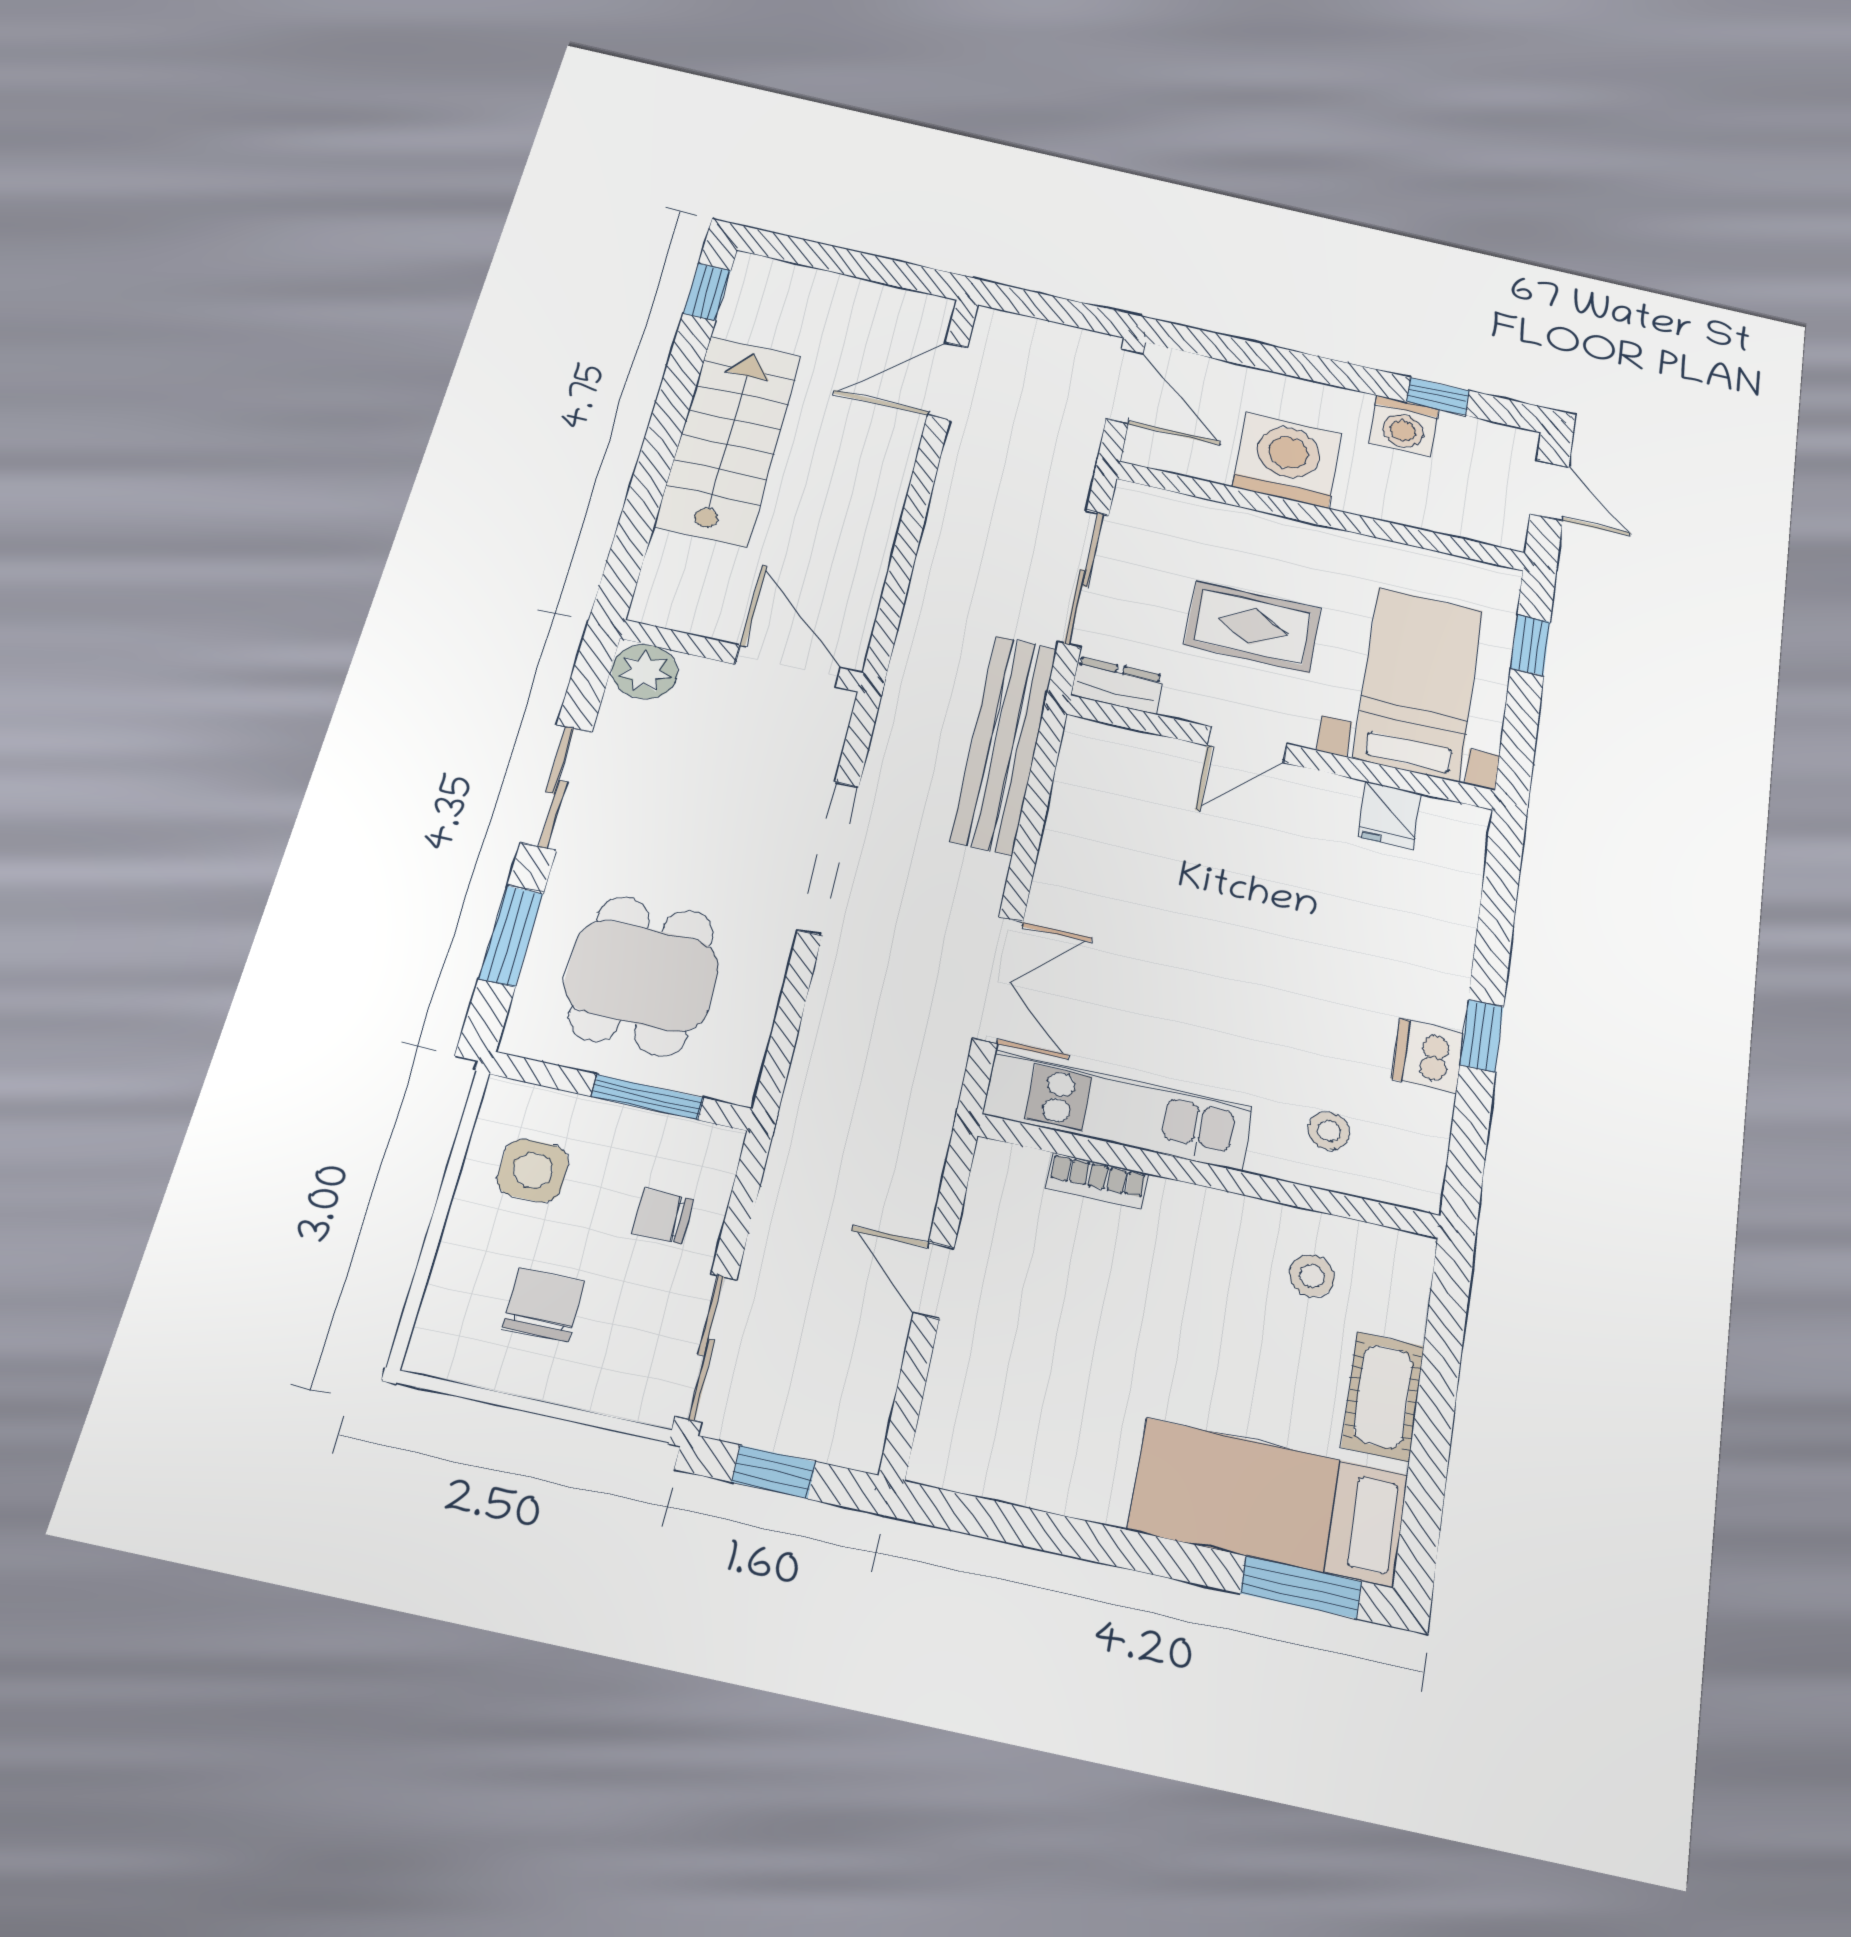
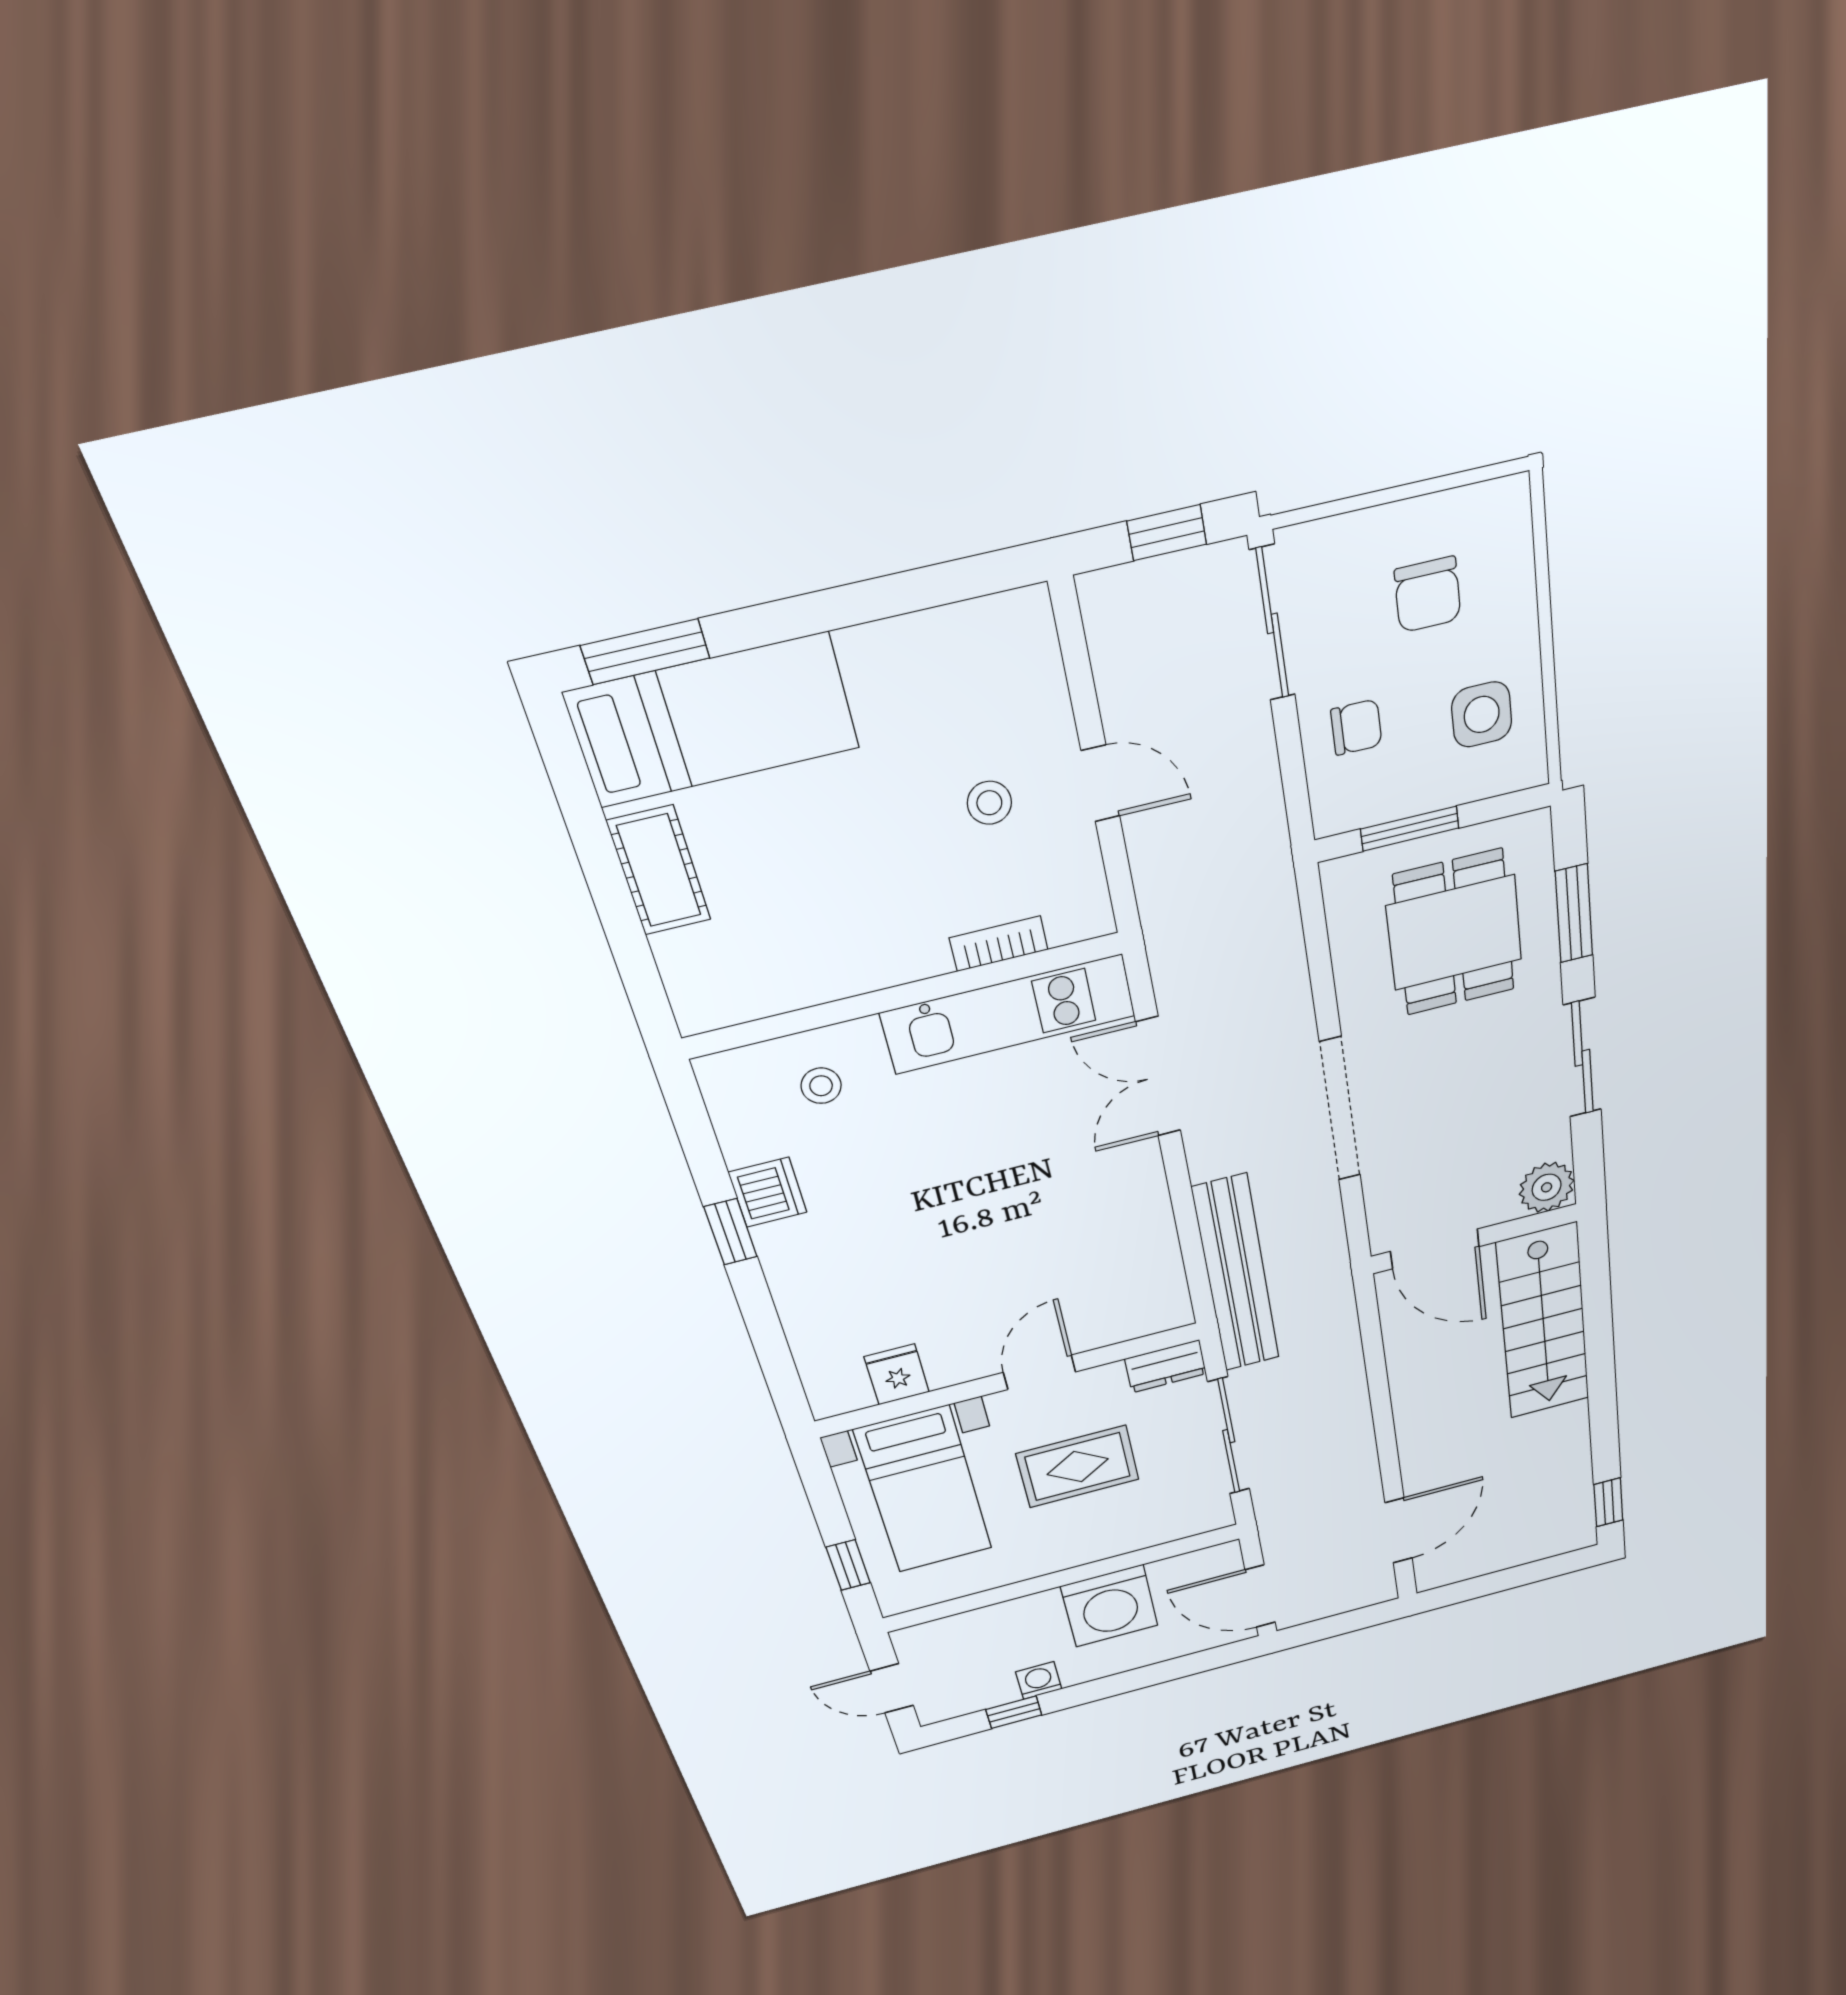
washing machine: (1404, 426) -> (1039, 1681), width x0.73, depth x0.73
stairs: (729, 440) -> (1543, 1322), moved
stool: (1312, 1276) -> (989, 803), moved

